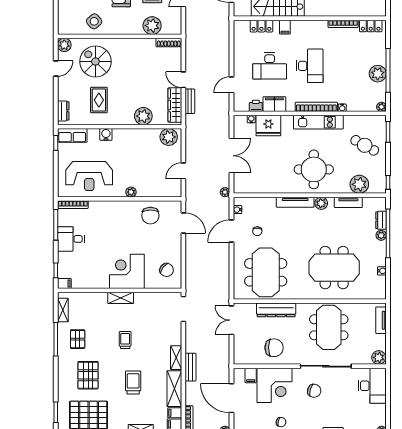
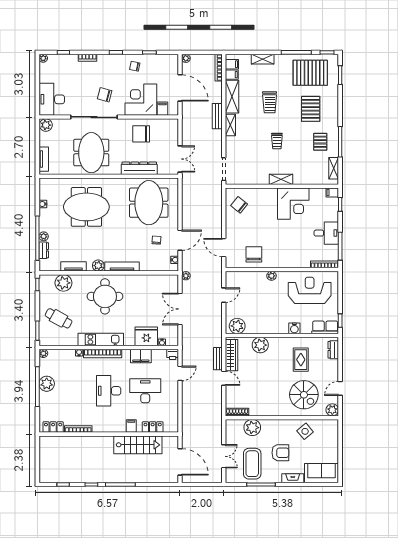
printer: (256, 106) -> (173, 354), moved
corner desk: (127, 271) -> (293, 204), moved

